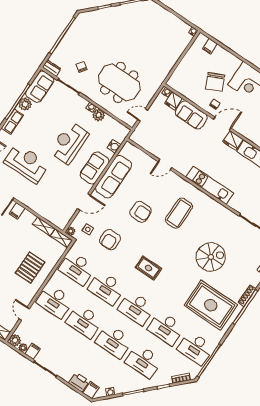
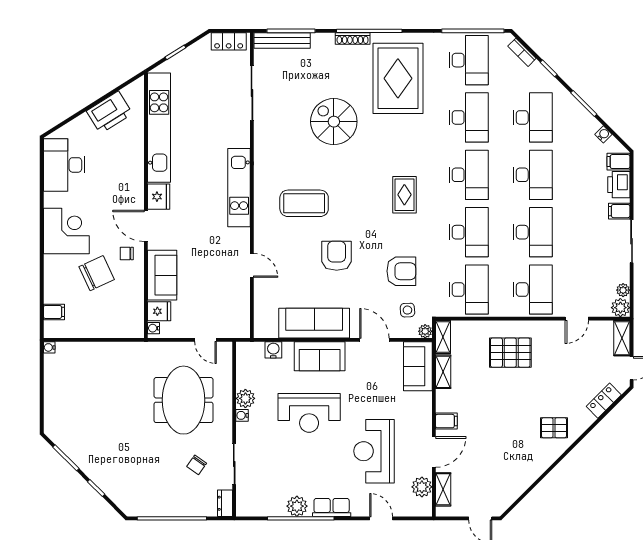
sofa: (40, 87) -> (418, 366), moved, turned -90
filing cabinet: (33, 351) -> (619, 211), moved

